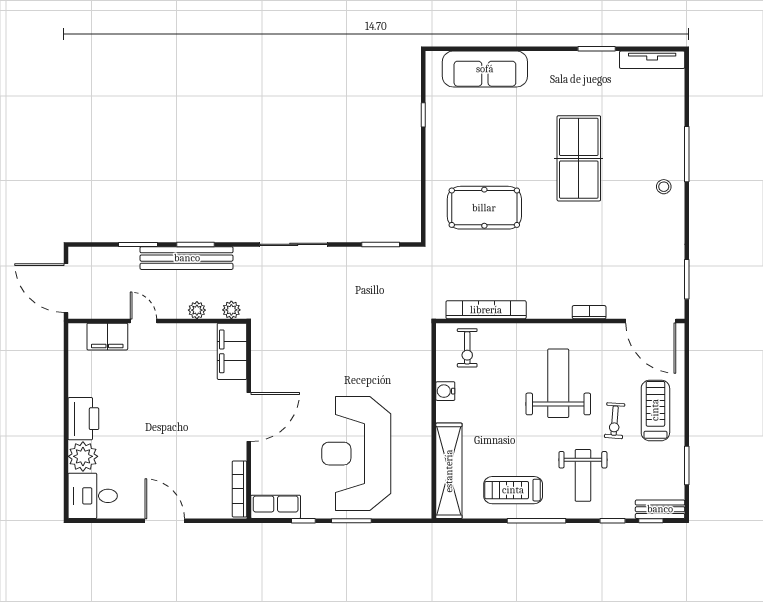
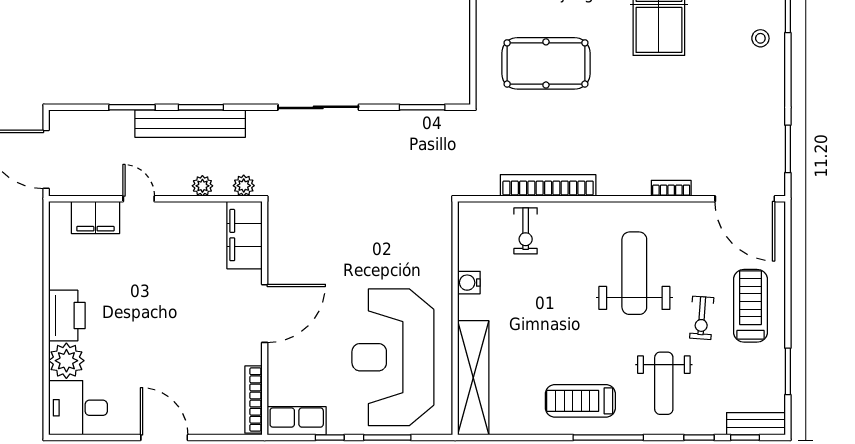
water cooler: (445, 391) -> (469, 283), moved
wall: (434, 421) -> (455, 318), moved
shelving: (449, 471) -> (473, 378), moved

